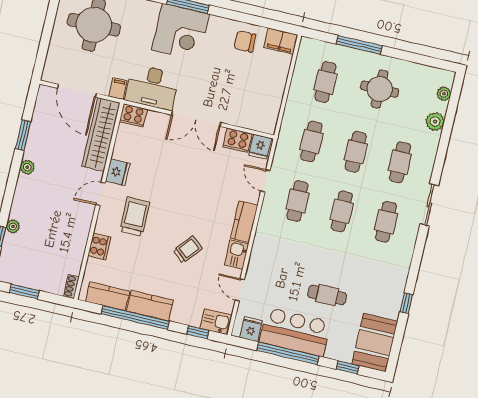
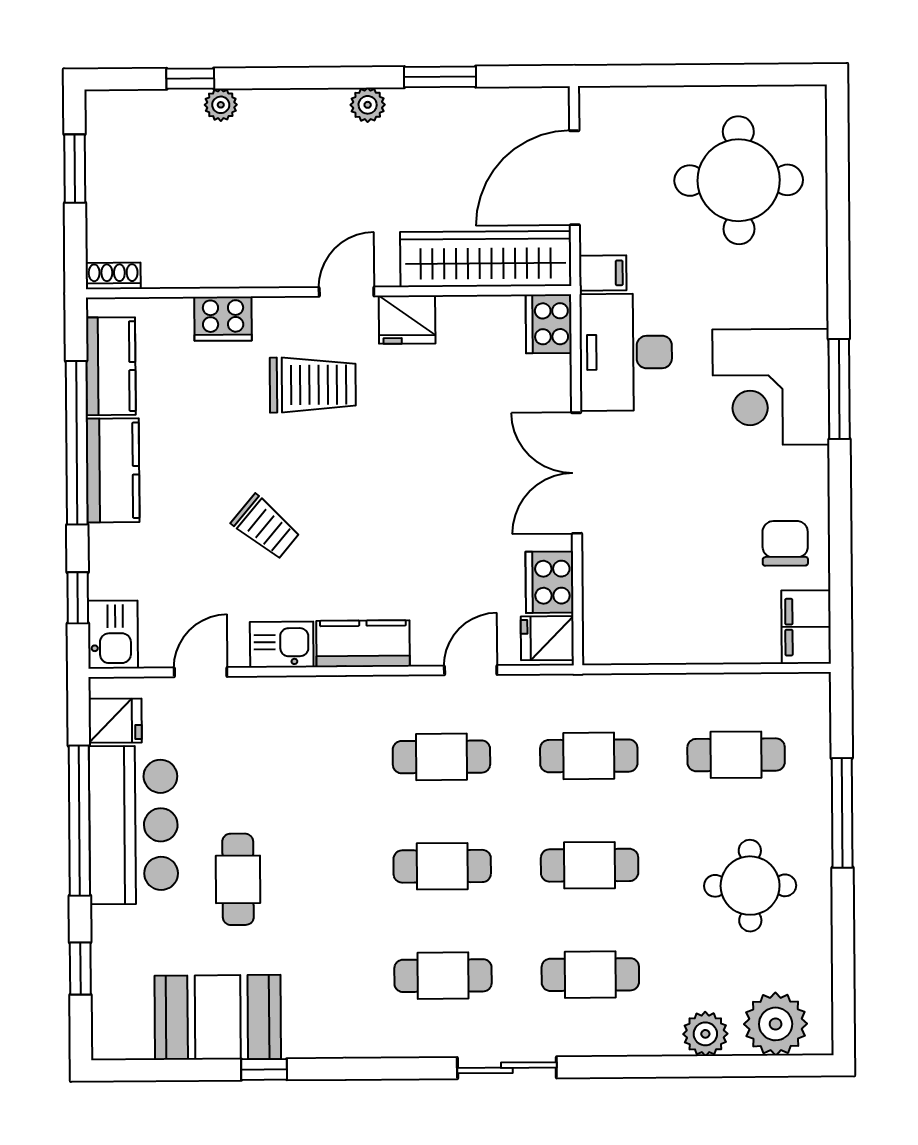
plant: (444, 94) -> (776, 1024), width x1.87, depth x1.87
door: (101, 194) -> (347, 292), hinge flipped
booth: (375, 343) -> (218, 1017), moved

